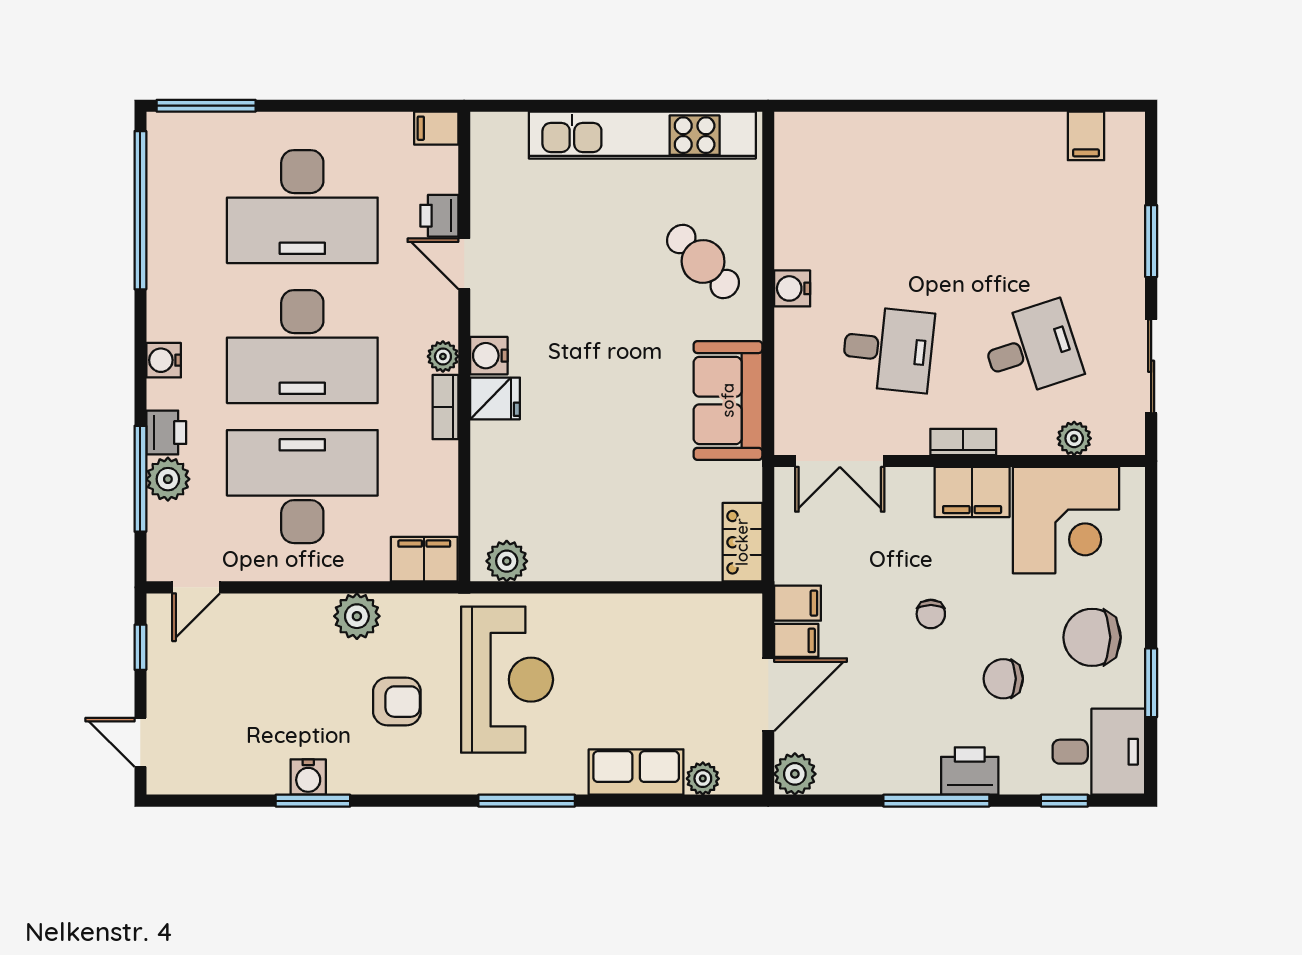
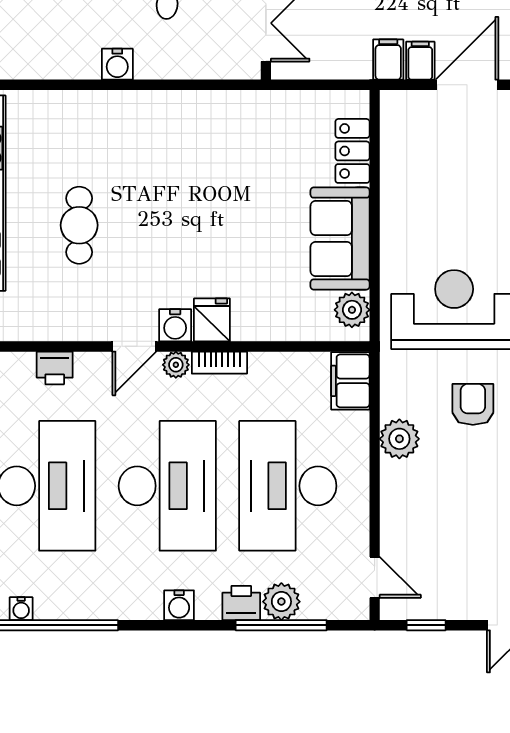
water cooler: (160, 177) -> (21, 609), added
cafe table: (703, 261) -> (79, 225), moved, turned -46
door: (464, 264) -> (134, 346), moved
sofa: (728, 400) -> (340, 239), moved, turned 90
locker: (742, 542) -> (352, 151), moved, turned 90
door: (768, 695) -> (467, 85), hinge flipped

